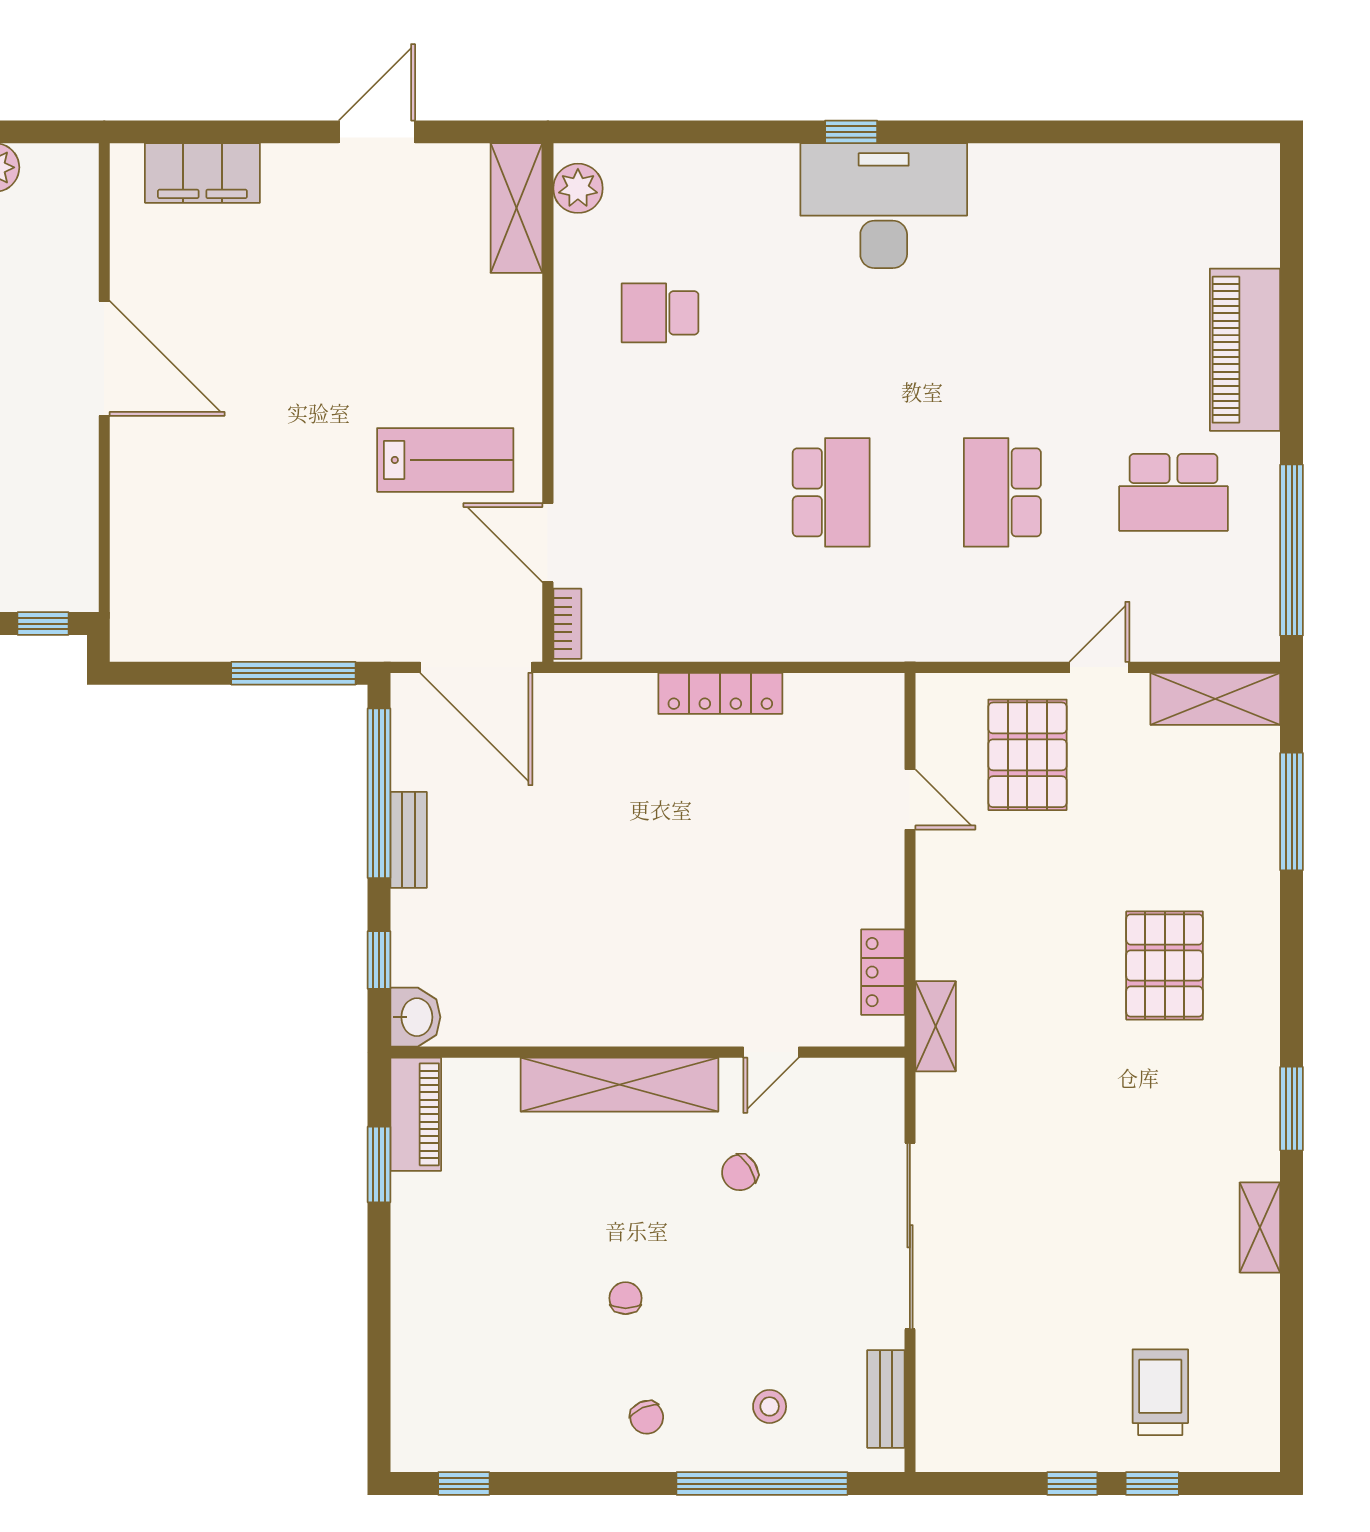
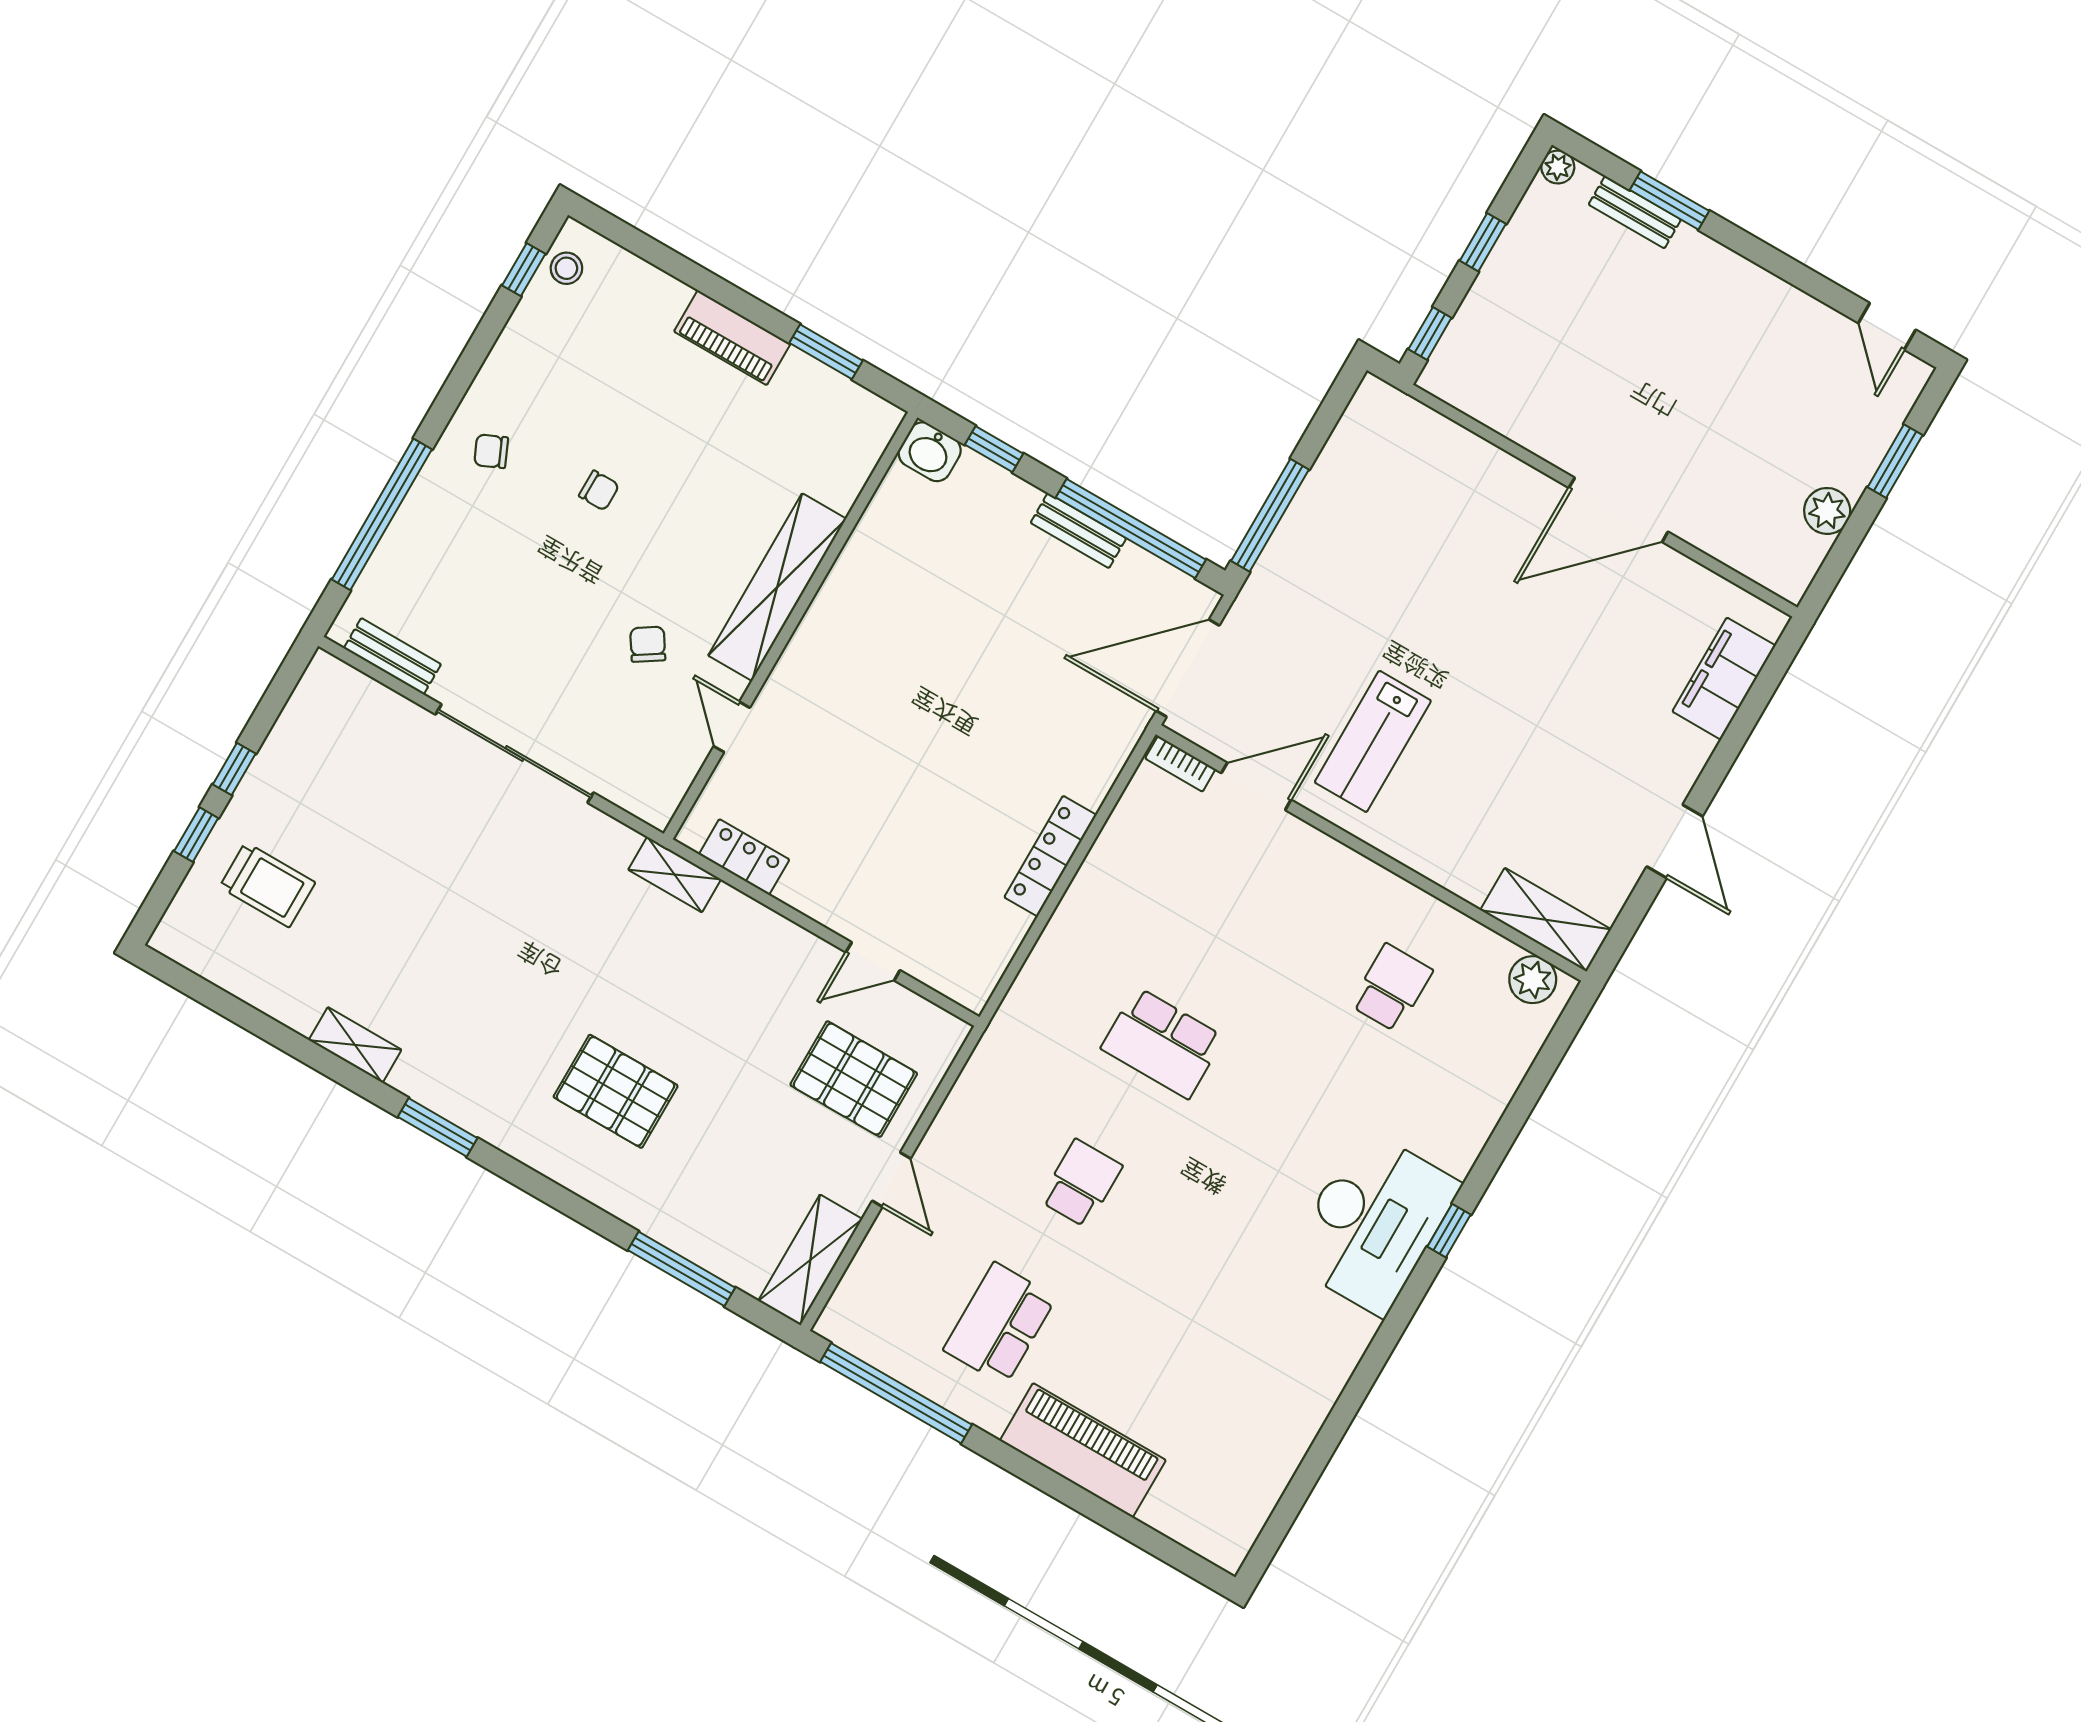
school desk: (1002, 492) -> (1081, 1183), width x0.54
piano: (416, 1114) -> (732, 338), moved
stool: (770, 1406) -> (566, 268), moved

